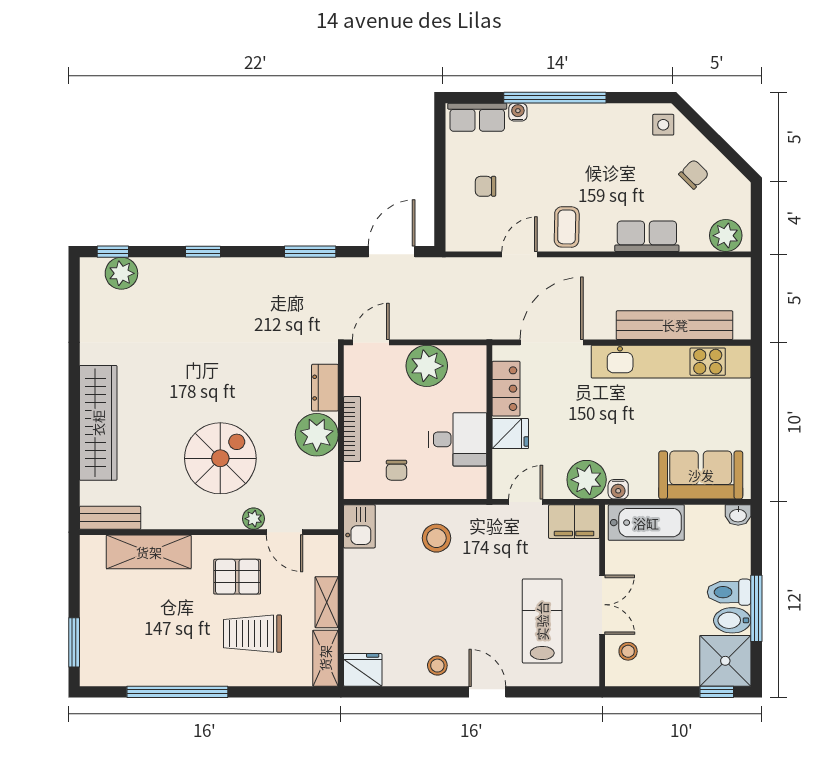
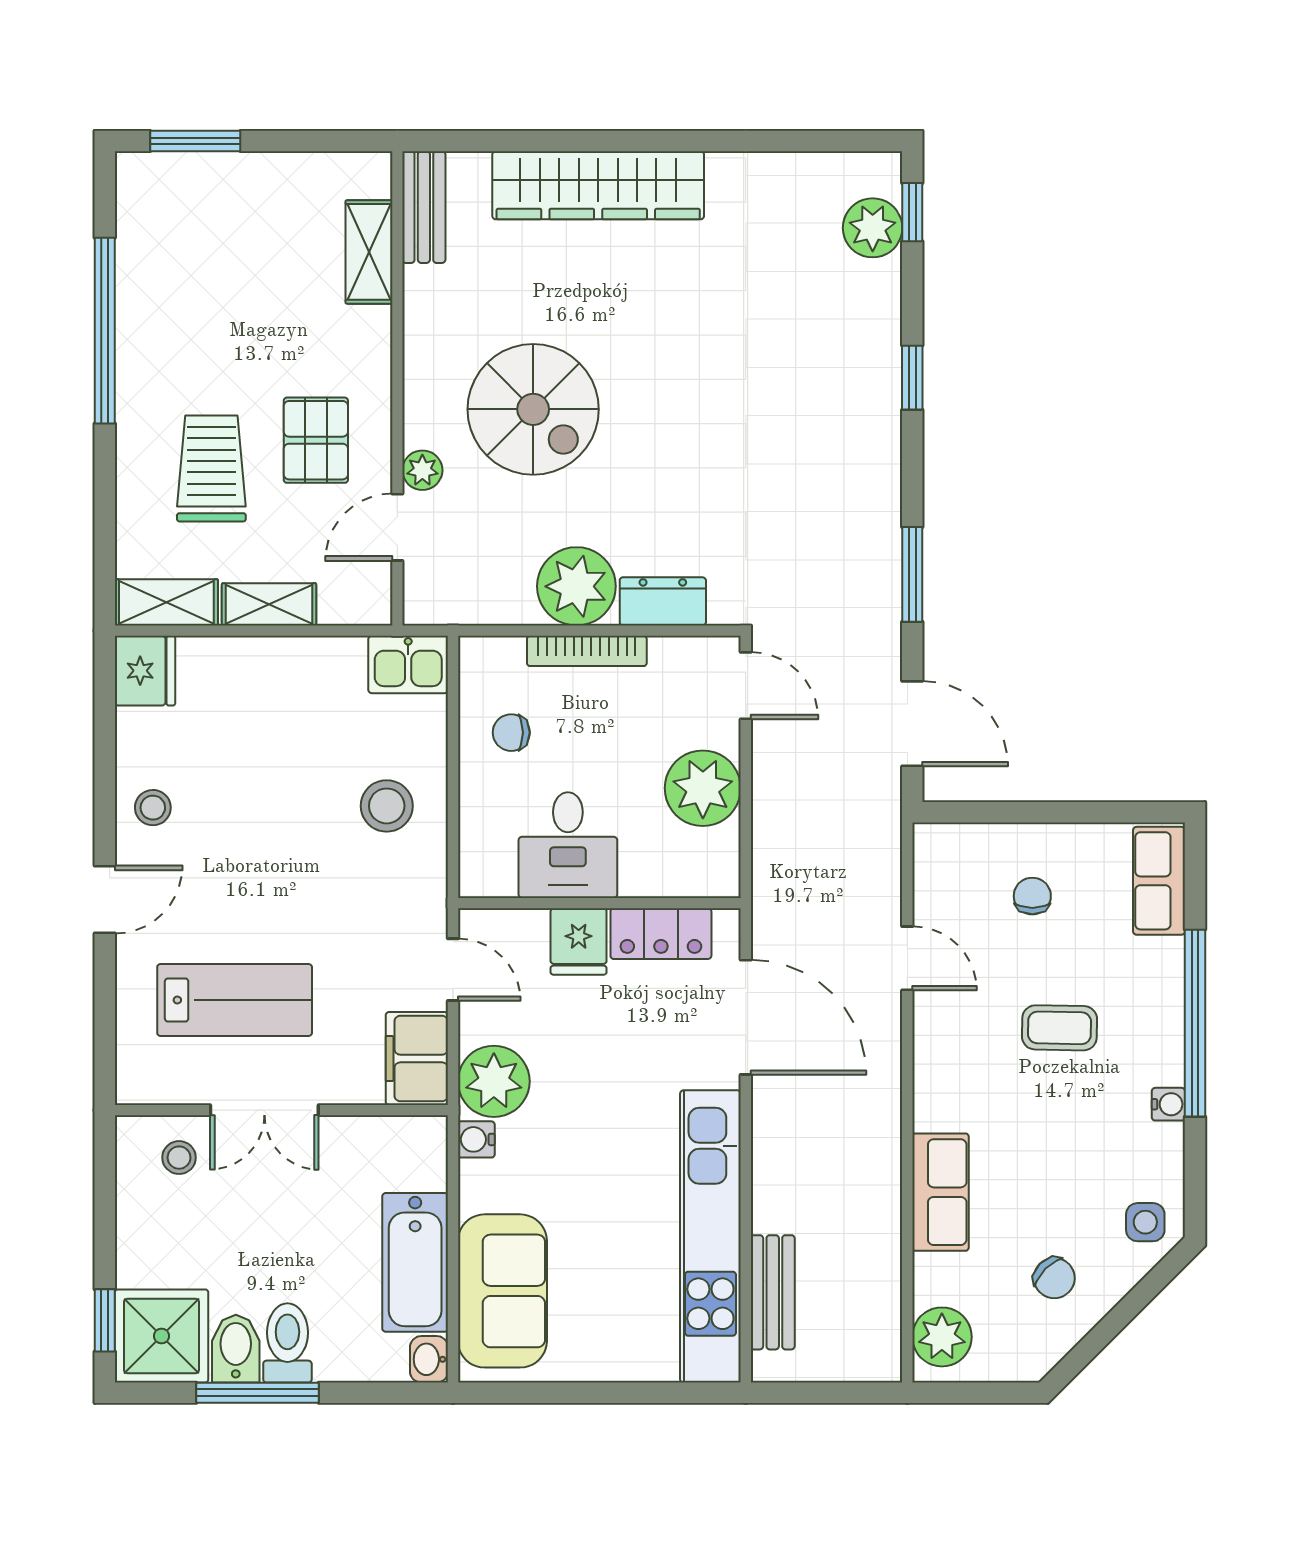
water cooler: (518, 112) -> (1168, 1104), moved
coffee table: (567, 227) -> (1059, 1028), moved
bench: (675, 325) -> (773, 1292), width x0.54, depth x0.82
bathtub: (646, 523) -> (415, 1262), moved
shelving: (149, 552) -> (369, 252), width x0.67, depth x0.75

